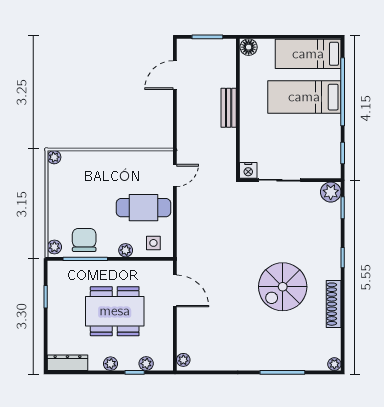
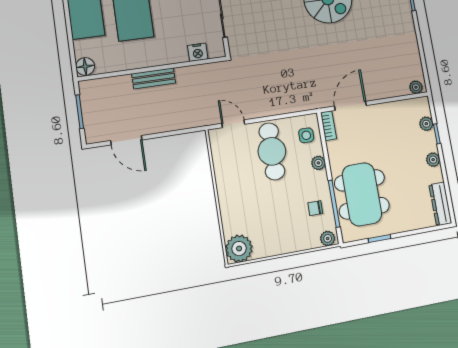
plant: (54, 157) -> (239, 249), width x1.88, depth x1.88
nightstand: (248, 170) -> (198, 52), moved, turned 90
chair: (84, 240) -> (315, 208), width x0.54, depth x0.54
bookcase: (159, 266) -> (329, 126), added
dining table: (115, 311) -> (362, 194), moved

